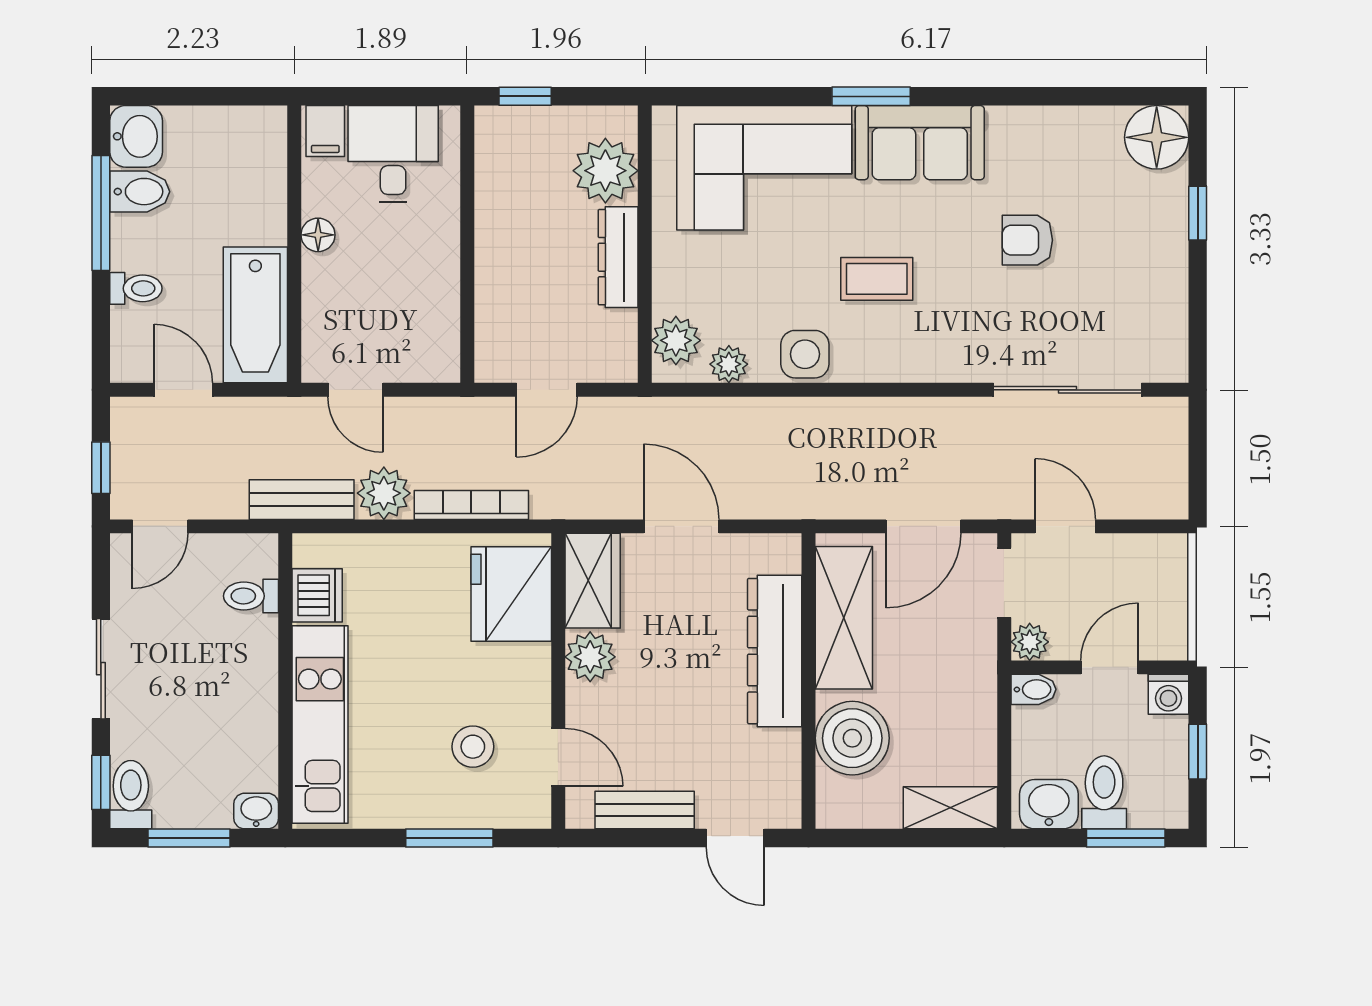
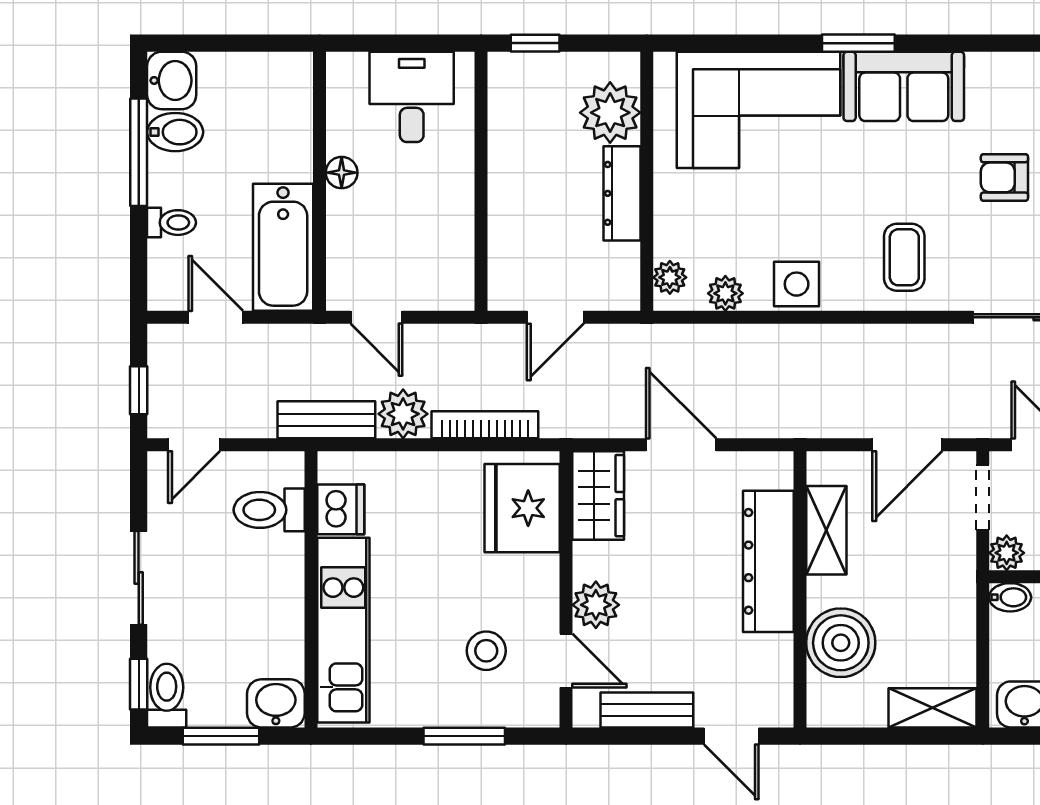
filing cabinet: (325, 131) -> (348, 75), removed
coffee table: (877, 279) -> (904, 257), moved, turned 90
plant: (676, 340) -> (670, 277), width x0.73, depth x0.73
toilet: (251, 596) -> (269, 510), width x1.37, depth x1.39
shelving: (844, 618) -> (826, 530), width x0.67, depth x0.75
plant: (590, 657) -> (596, 605), moved
washbasin: (256, 811) -> (276, 703), width x1.38, depth x1.45

